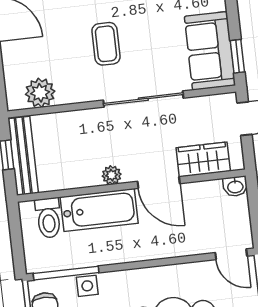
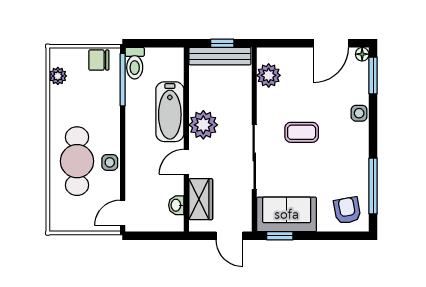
plant: (112, 175) -> (203, 125), width x1.88, depth x1.88
door: (159, 182) -> (186, 162), width x0.73
washbasin: (235, 186) -> (176, 205), moved
toilet: (48, 218) -> (135, 63), moved, turned -90
side table: (87, 286) -> (110, 162), moved

